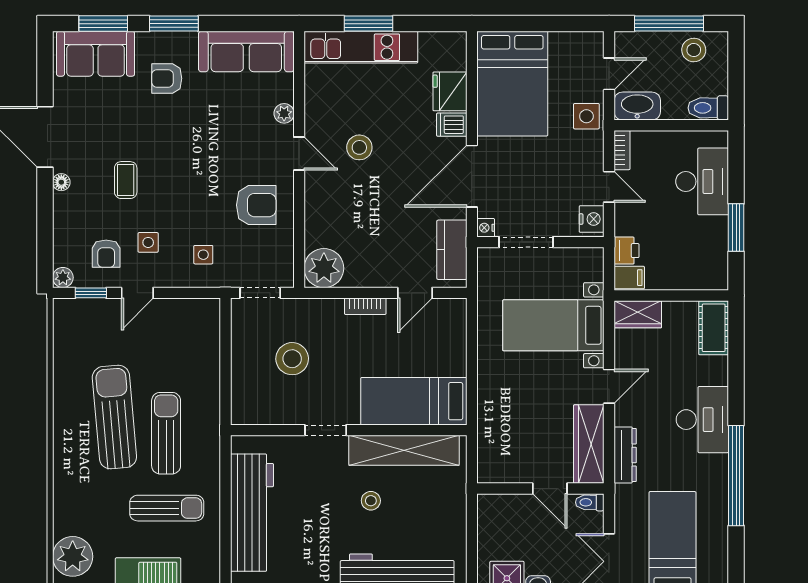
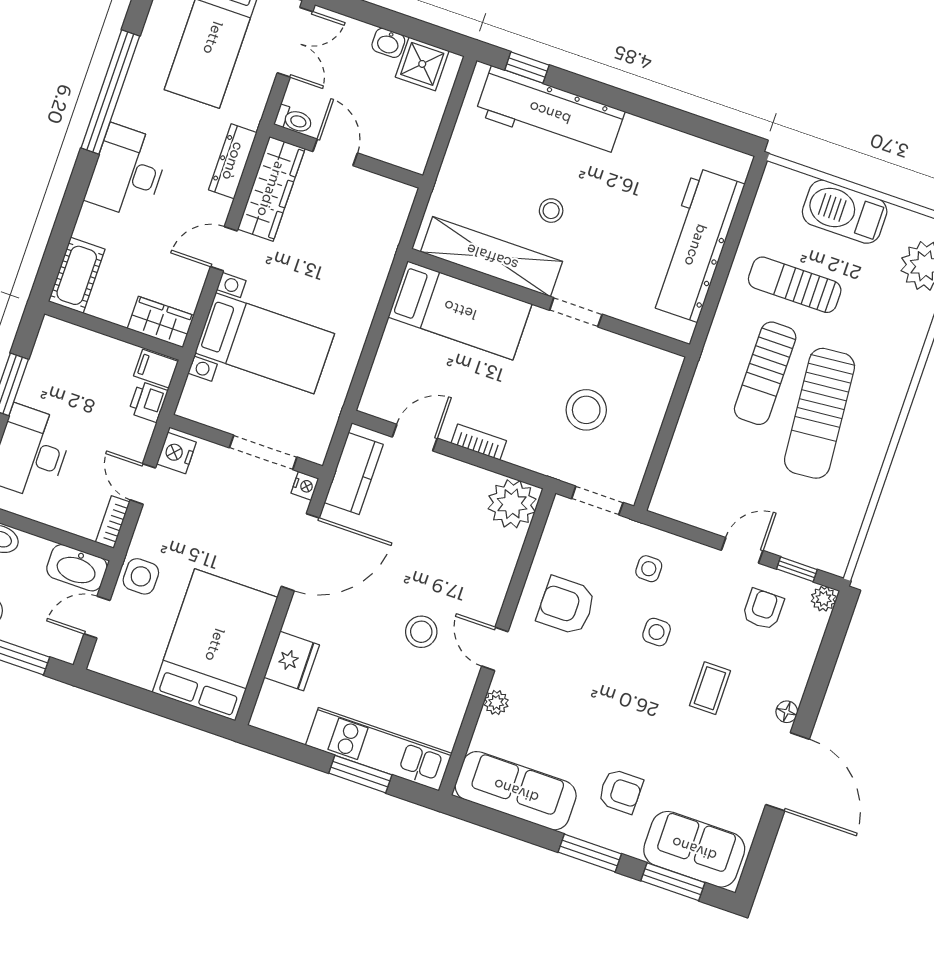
dishwasher: (452, 125) -> (303, 621), removed
side table: (148, 242) -> (657, 632), moved

